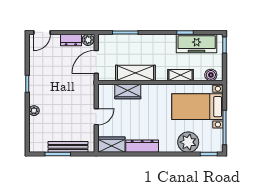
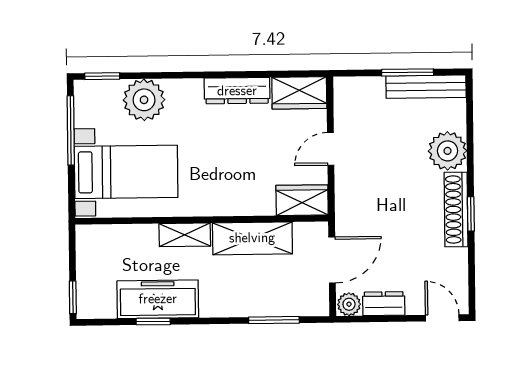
door: (42, 32) -> (442, 318), hinge flipped
freezer: (197, 43) -> (158, 299), moved
shelving: (181, 75) -> (185, 235), moved
boiler: (211, 75) -> (100, 236), removed
shoe rack: (35, 86) -> (456, 209), added
wardrobe: (128, 92) -> (302, 200), moved
plant: (34, 111) -> (448, 151), width x1.88, depth x1.88
bench: (68, 147) -> (426, 87), moved

